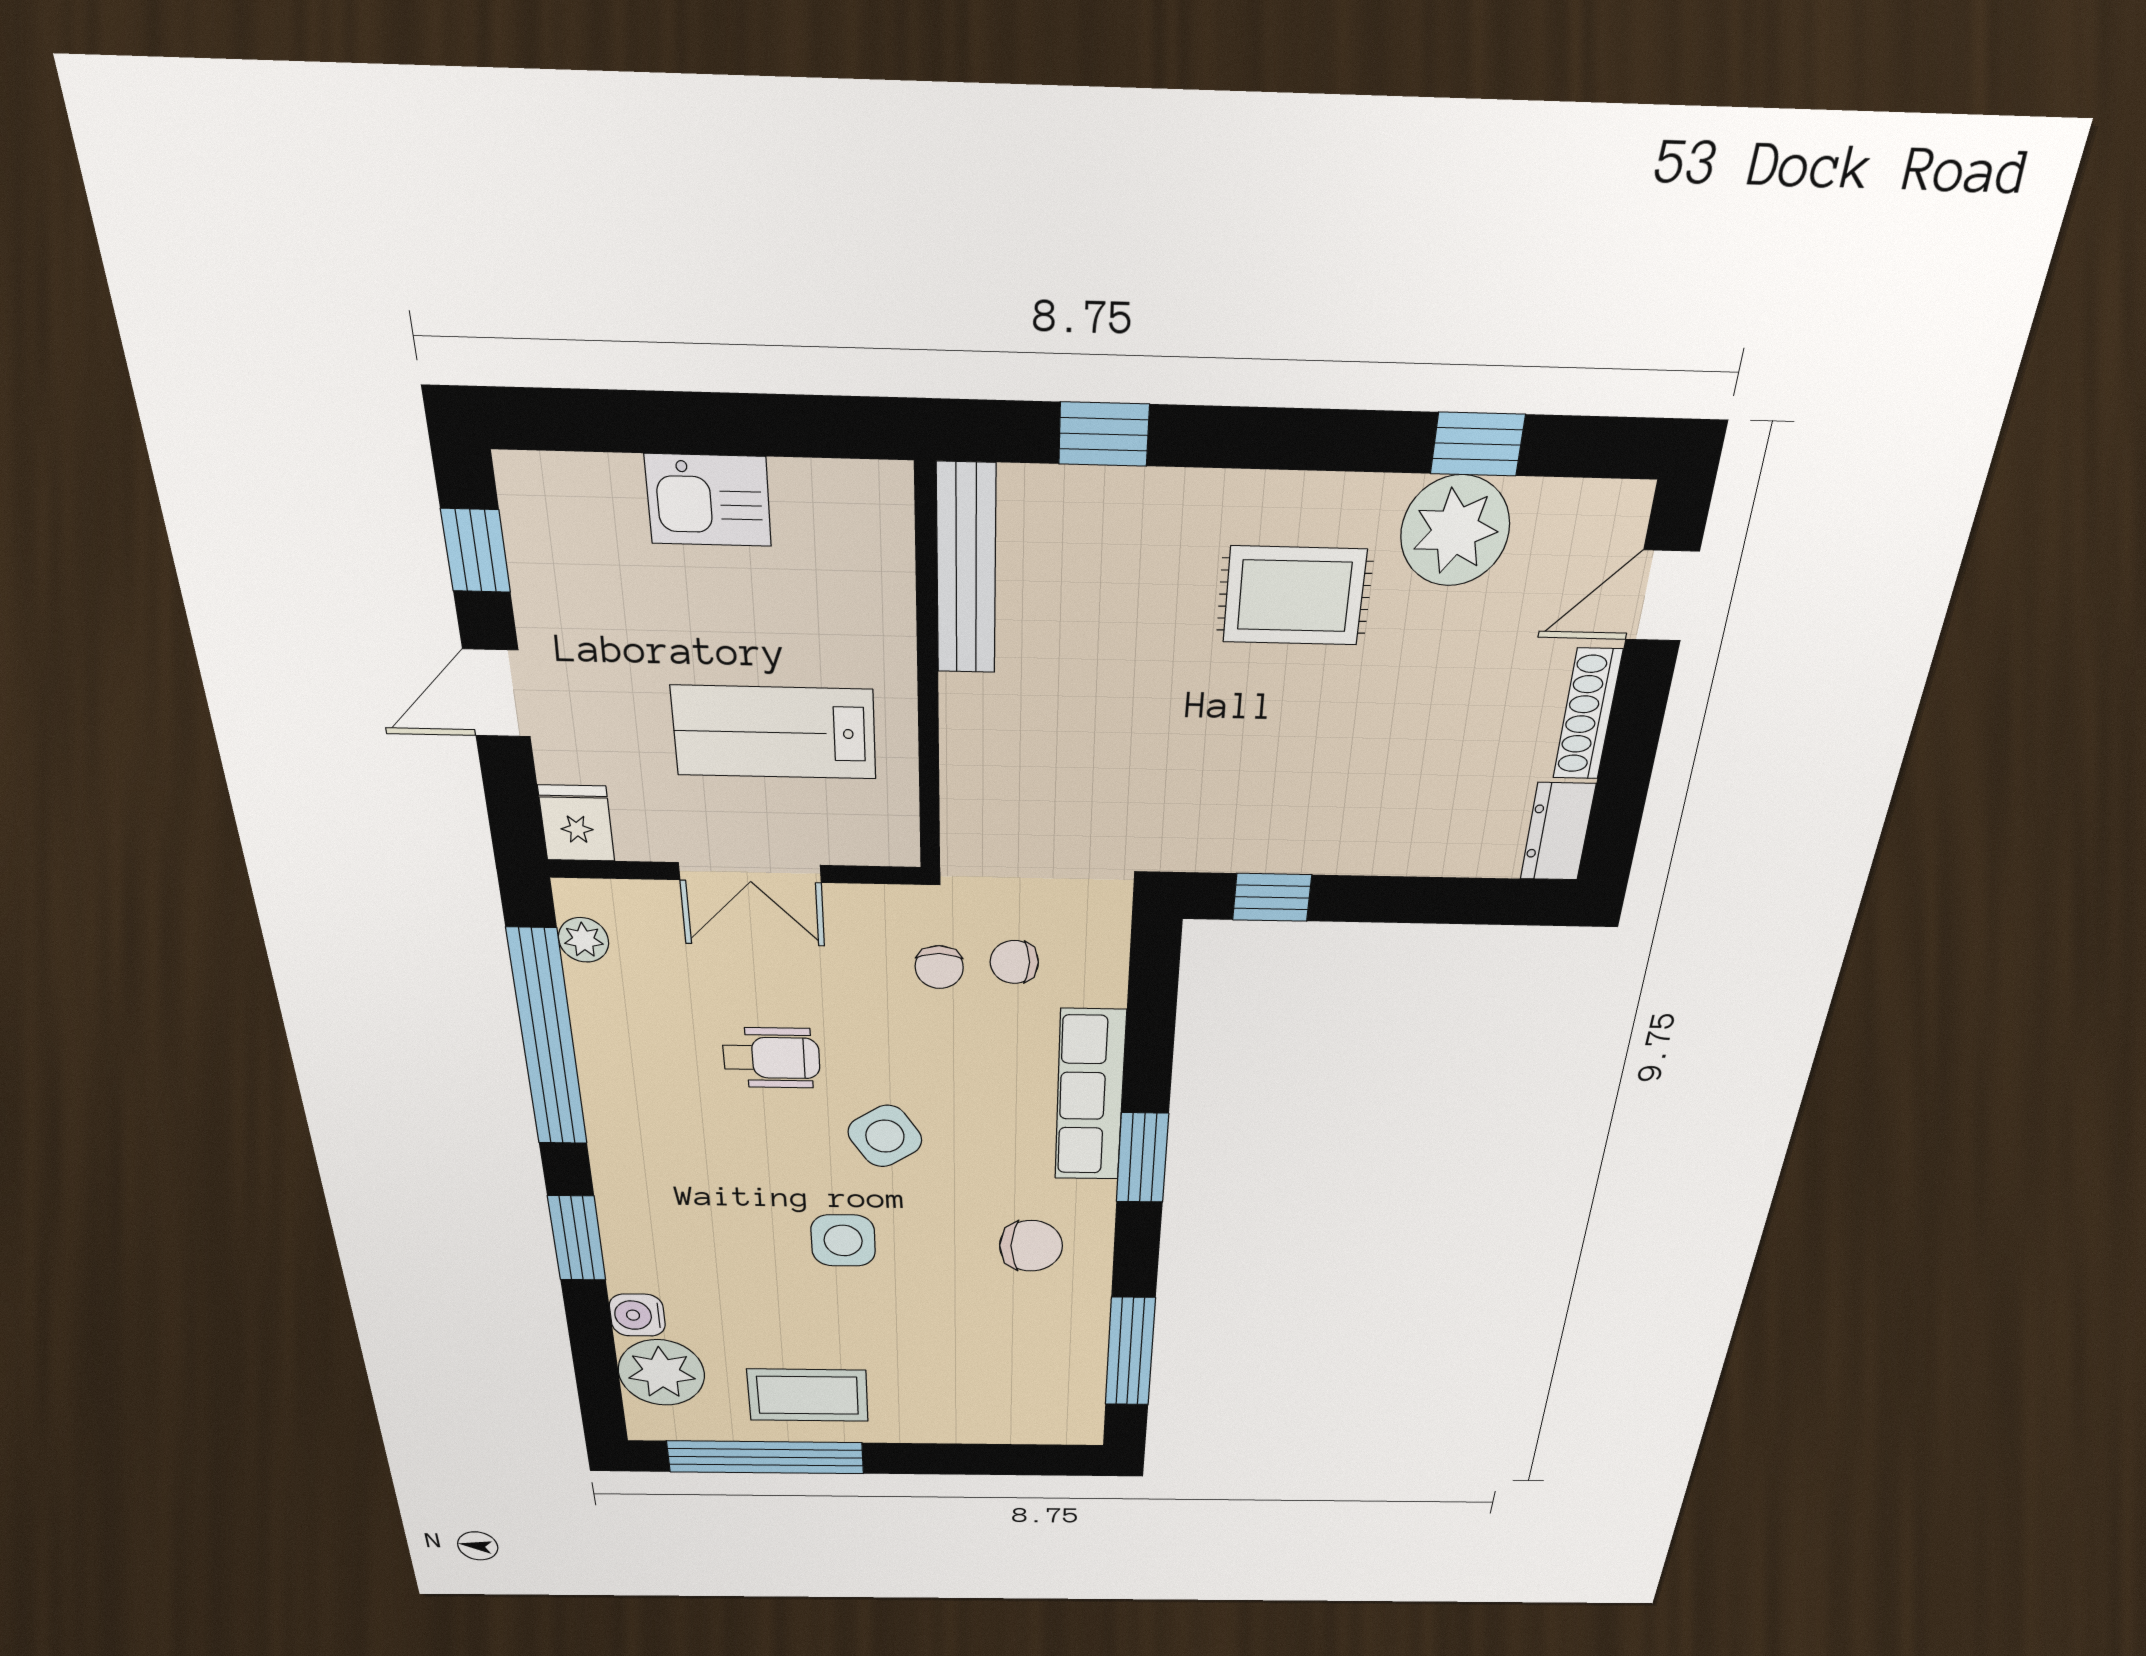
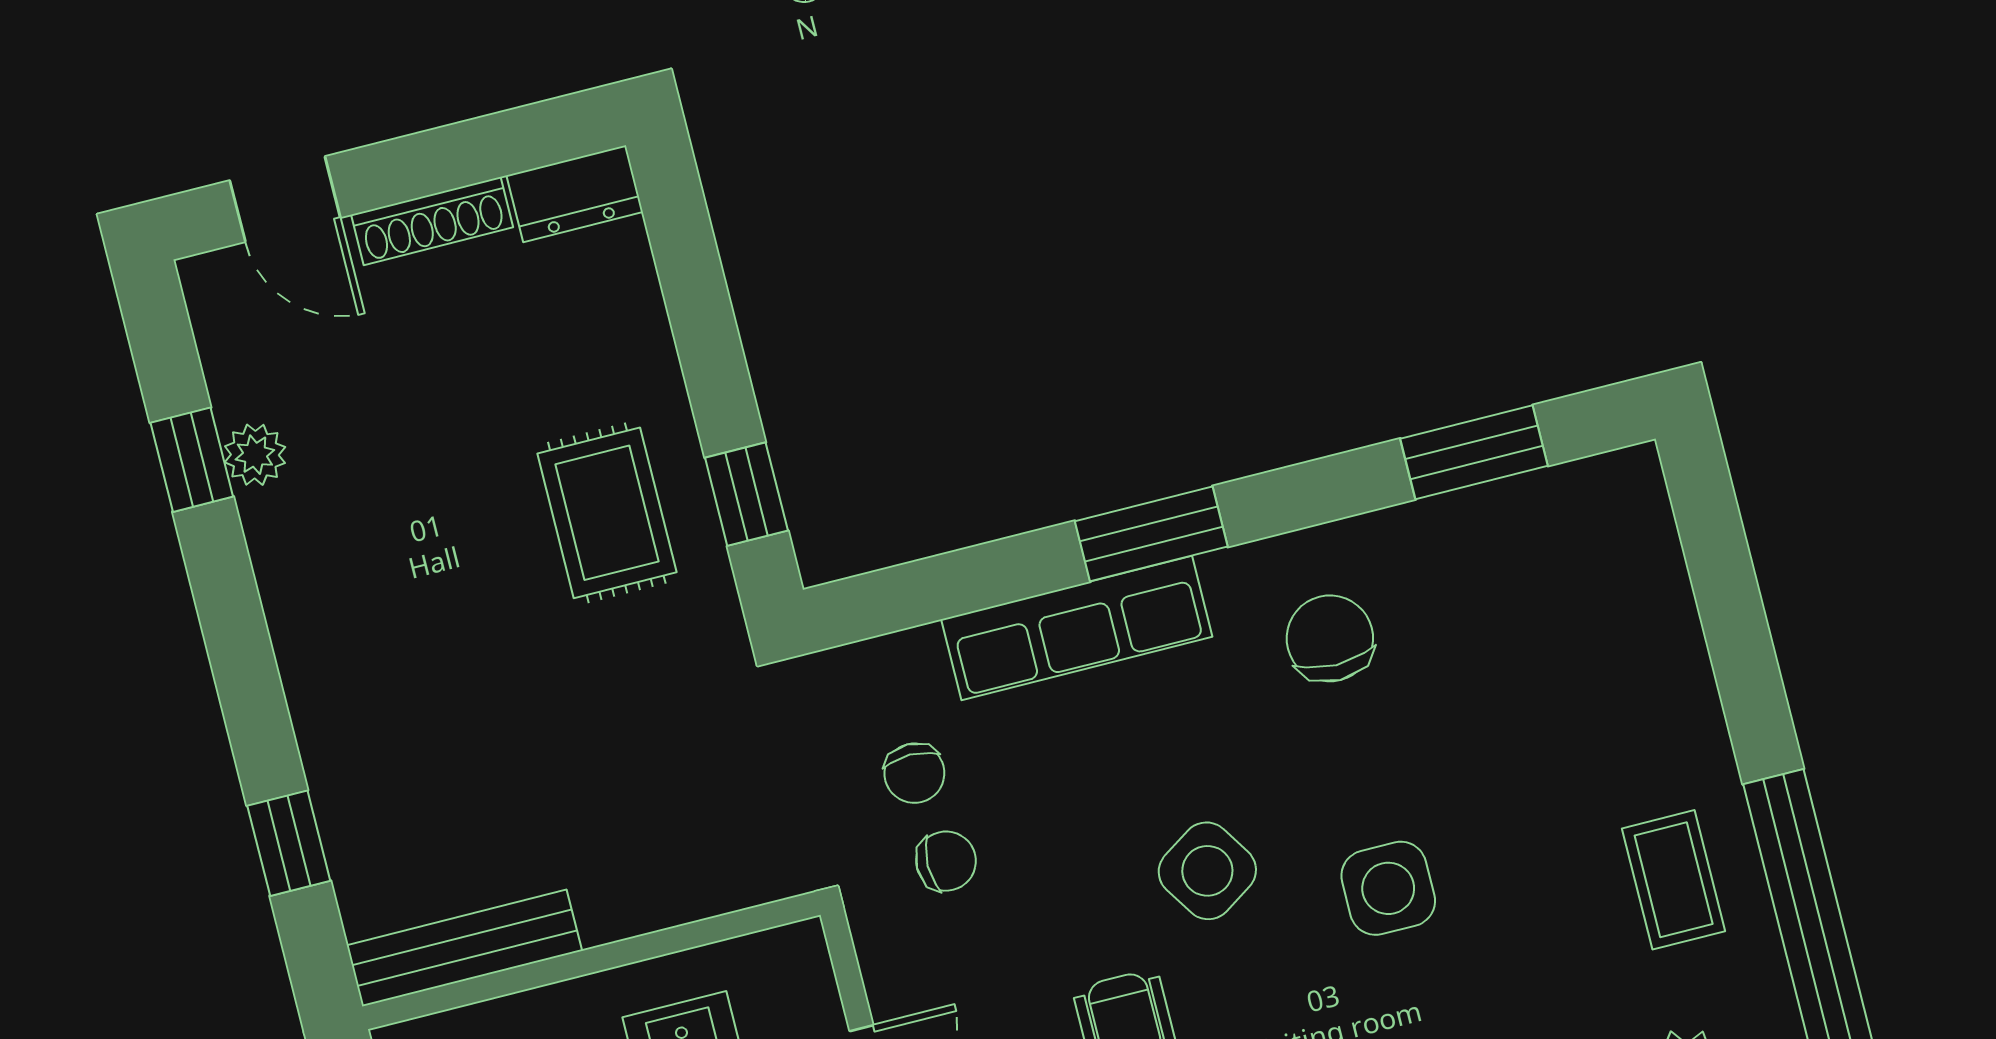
plant: (1455, 531) -> (255, 455), width x0.53, depth x0.53
rug: (1294, 596) -> (607, 513), moved
window: (1130, 1352) -> (1474, 452), width x0.69
coffee table: (808, 1395) -> (1674, 880), width x0.73, depth x0.77

